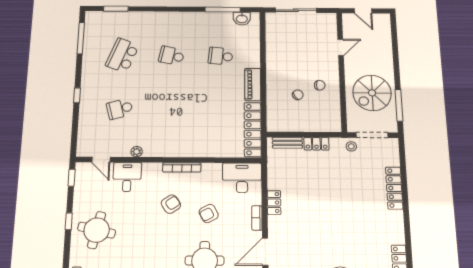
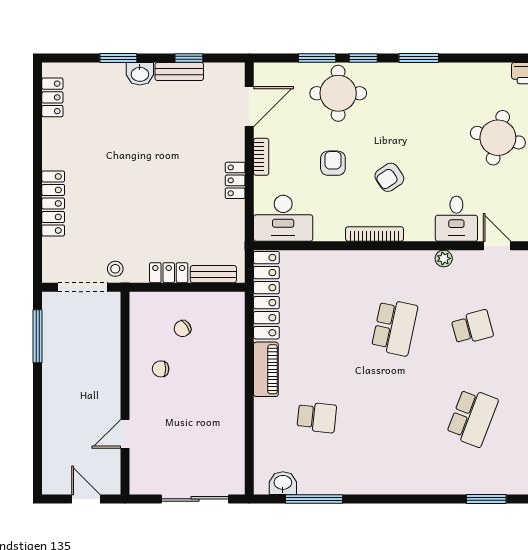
school desk: (171, 56) -> (395, 327), moved, width x1.85
spiral stairs: (372, 93) -> (79, 357), removed
chair: (298, 95) -> (183, 329), moved
armchair: (209, 213) -> (333, 163), turned -62

